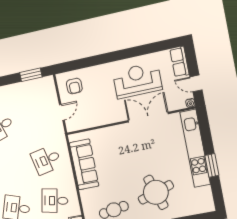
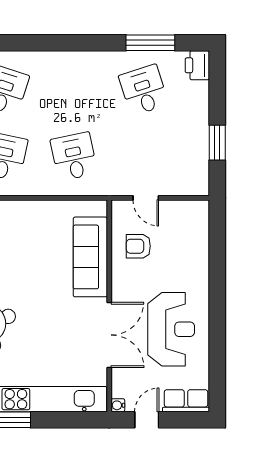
window: (31, 75) -> (217, 143), moved
armchair: (74, 86) -> (138, 246), moved
sofa: (84, 164) -> (90, 257), moved, turned 90

